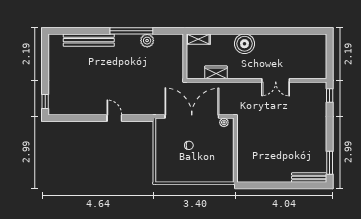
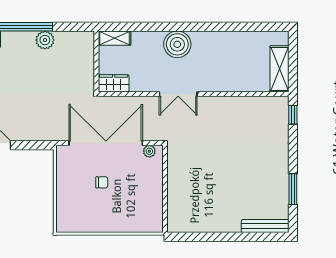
shelving: (320, 62) -> (279, 69), added
wardrobe: (216, 72) -> (114, 83), moved
double door: (276, 80) -> (178, 94), moved
window: (330, 163) -> (293, 189), moved

